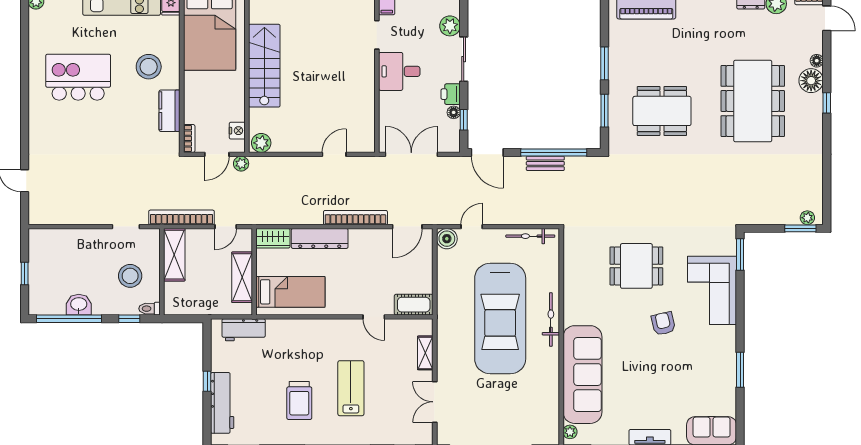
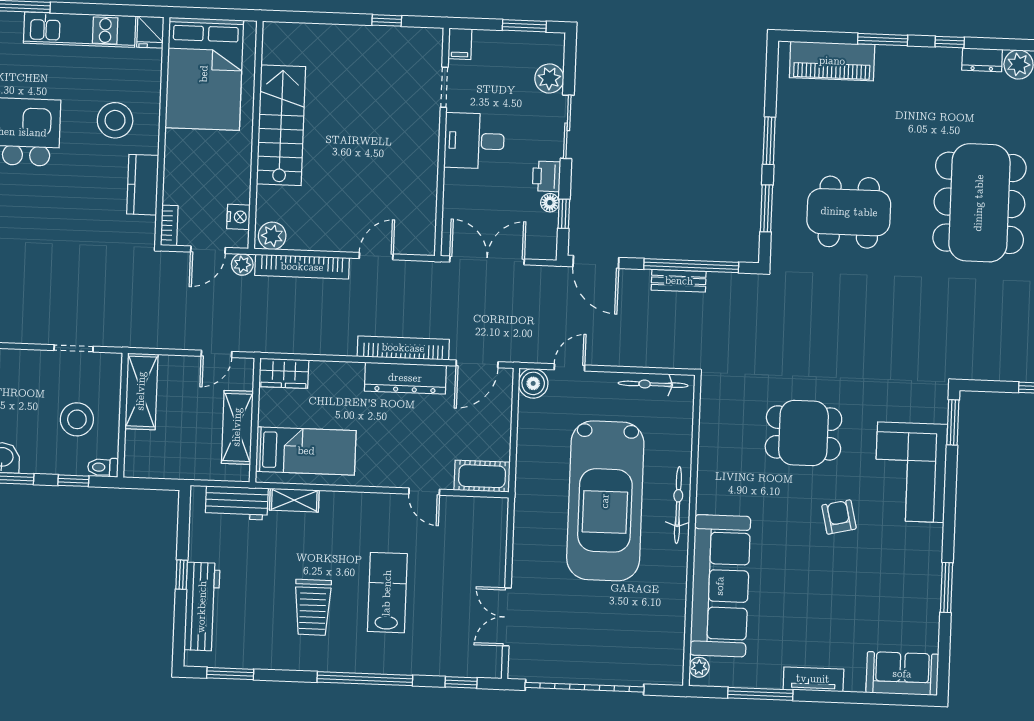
bookcase: (181, 217) -> (302, 267), moved, turned 180
dresser: (320, 238) -> (405, 378), moved
shelving: (425, 353) -> (294, 500), moved, turned 90

